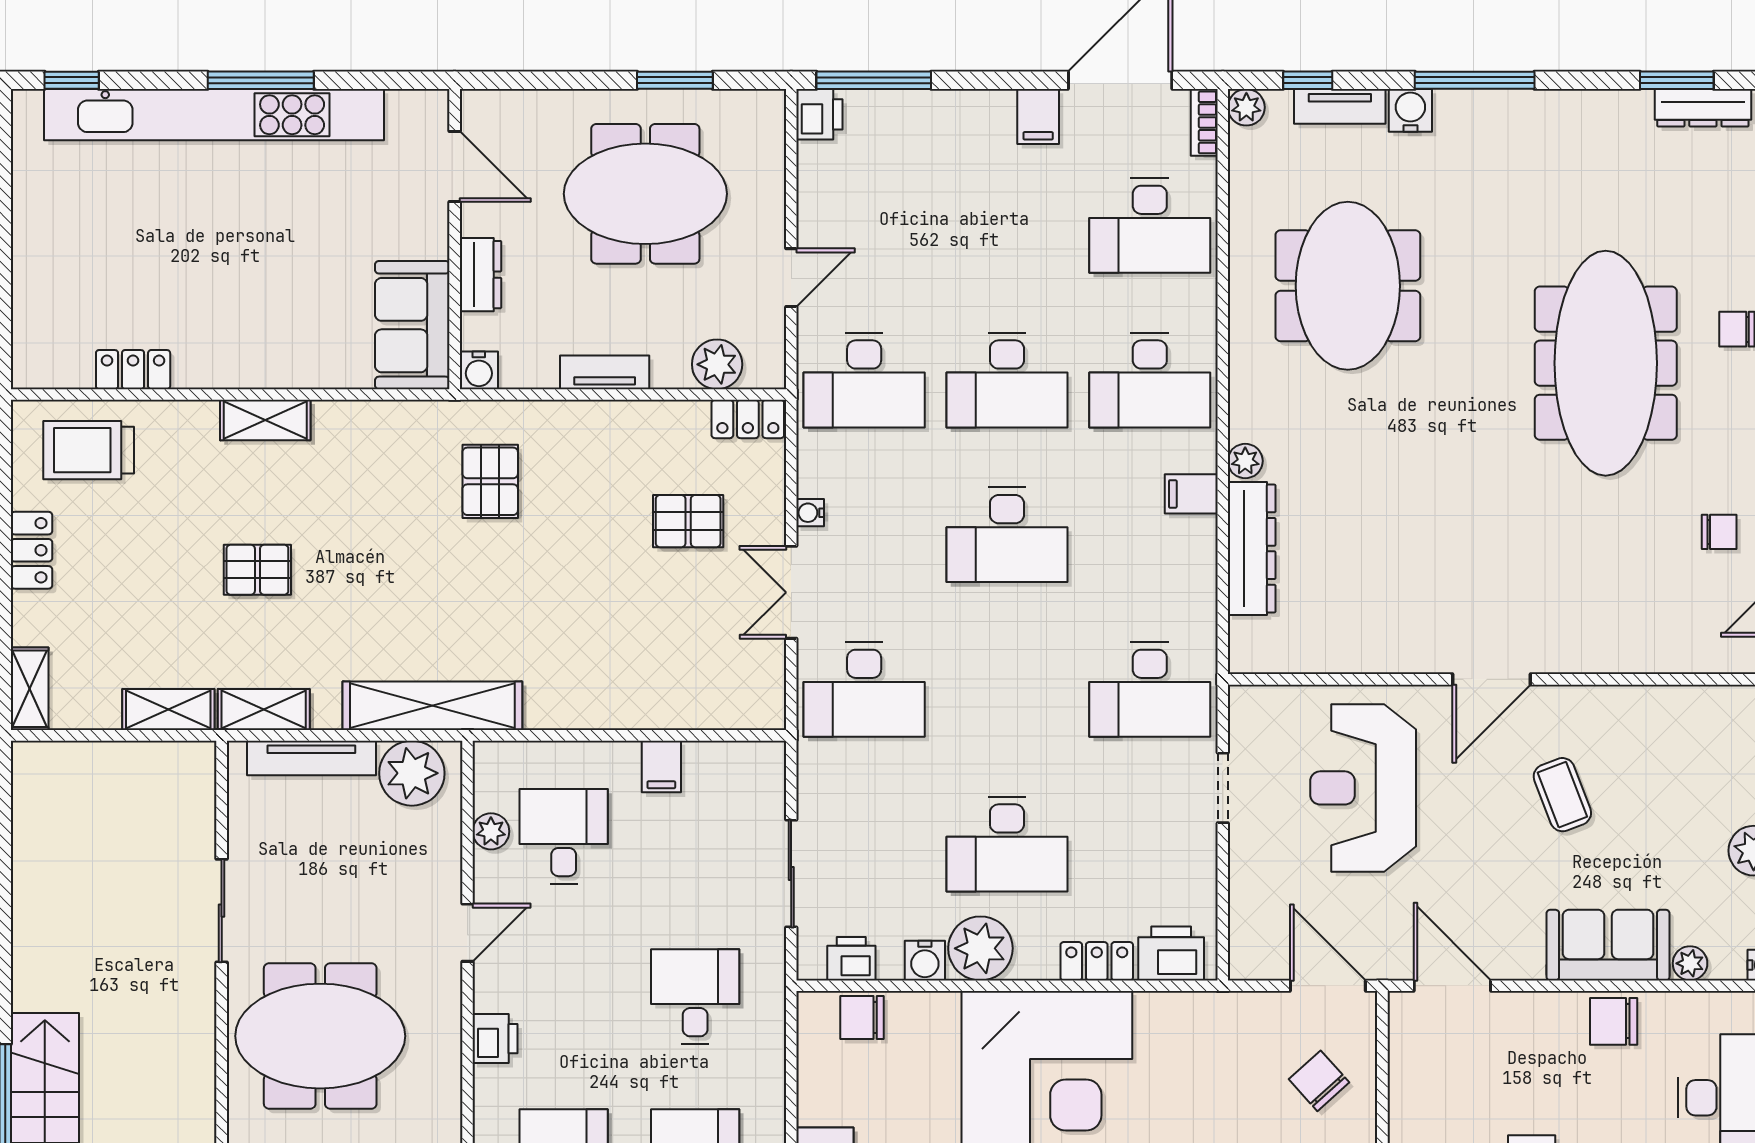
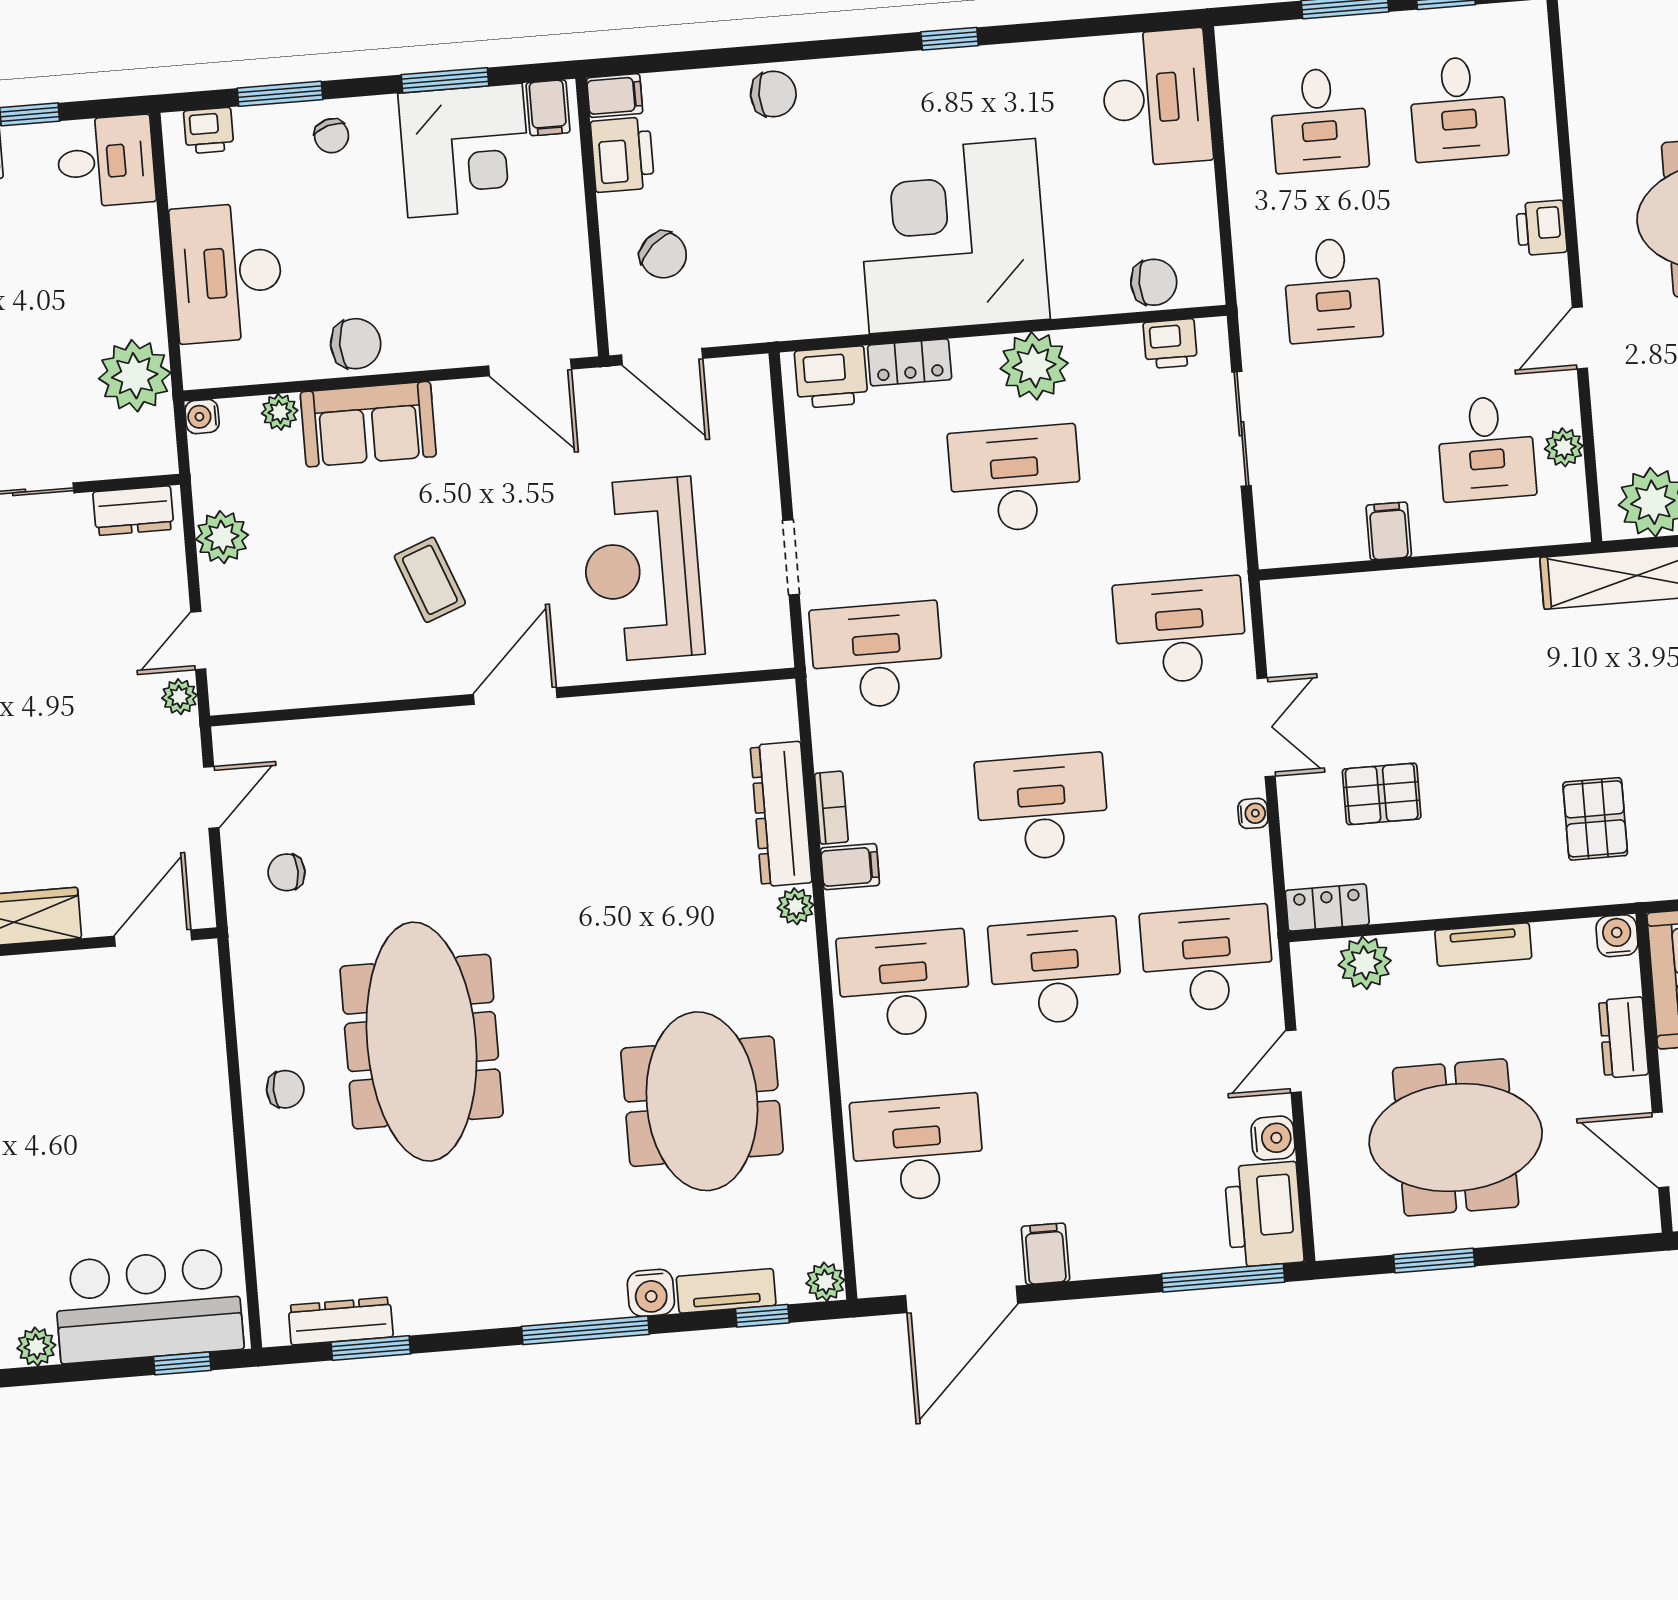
printer: (819, 114) -> (1264, 1215), width x1.87, depth x1.48
bookcase: (1204, 122) -> (831, 808), moved
reception desk: (1363, 788) -> (642, 570), turned 180
water cooler: (925, 961) -> (1273, 1138), moved, turned 90

